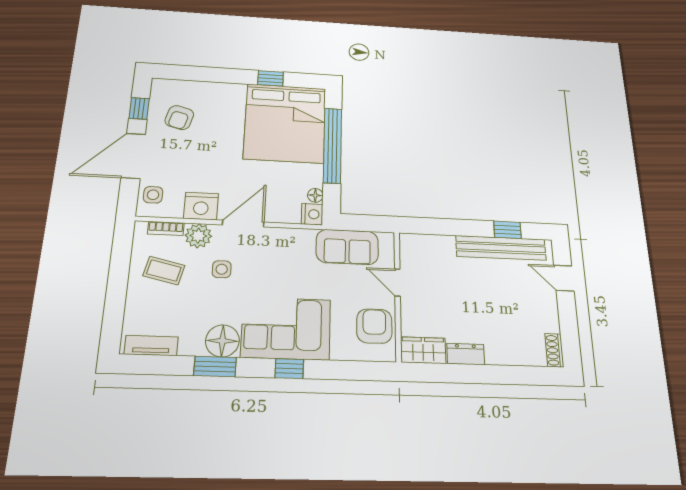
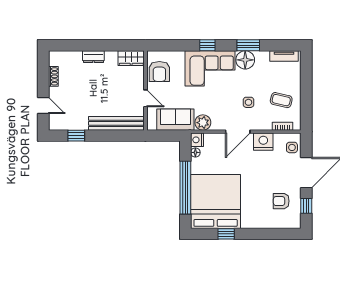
armchair: (179, 118) -> (281, 201), turned -105
plant: (198, 236) -> (203, 123), moved
bench: (501, 248) -> (116, 123), moved
shoe rack: (554, 350) -> (53, 76), moved
dresser: (466, 354) -> (93, 57), moved

